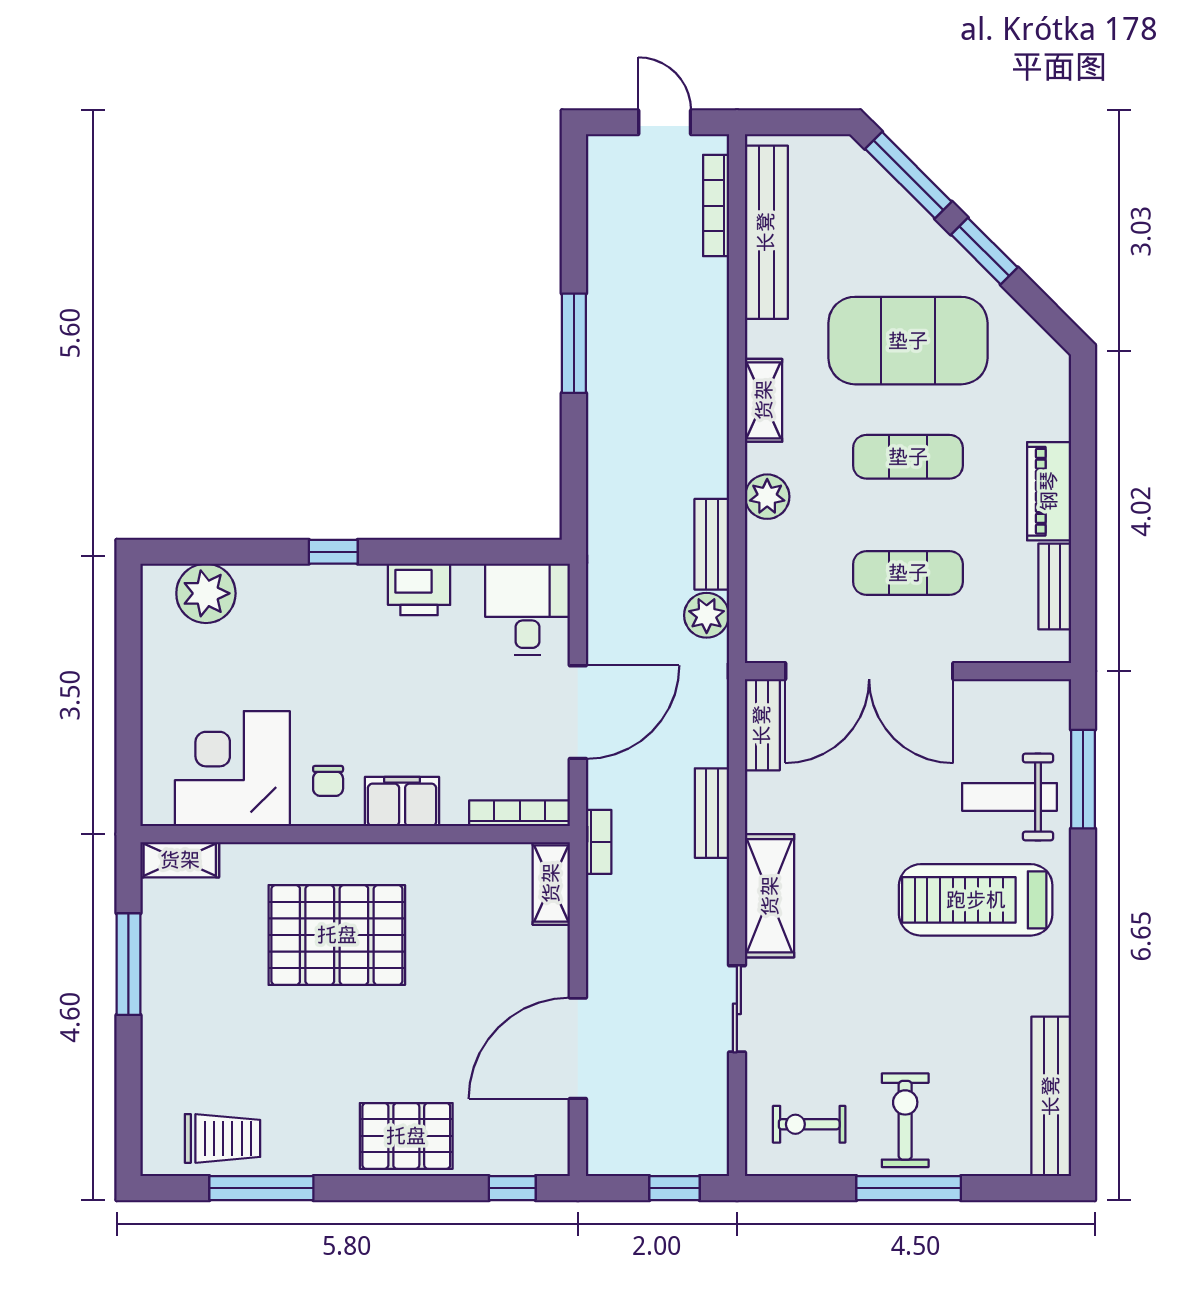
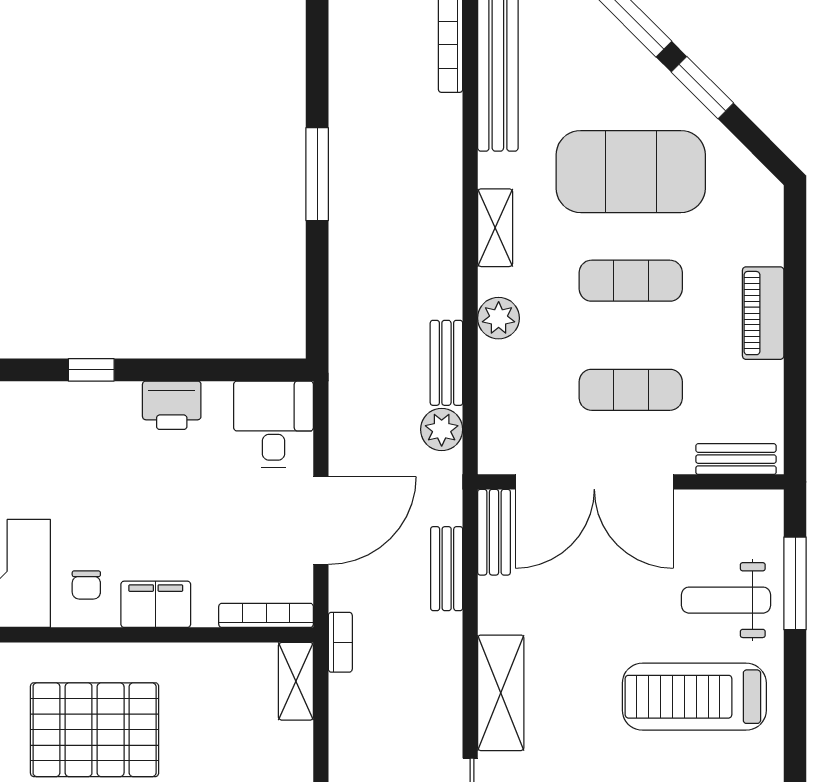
bench: (1055, 587) -> (736, 459), moved, turned 90
bench: (712, 813) -> (447, 569), moved

